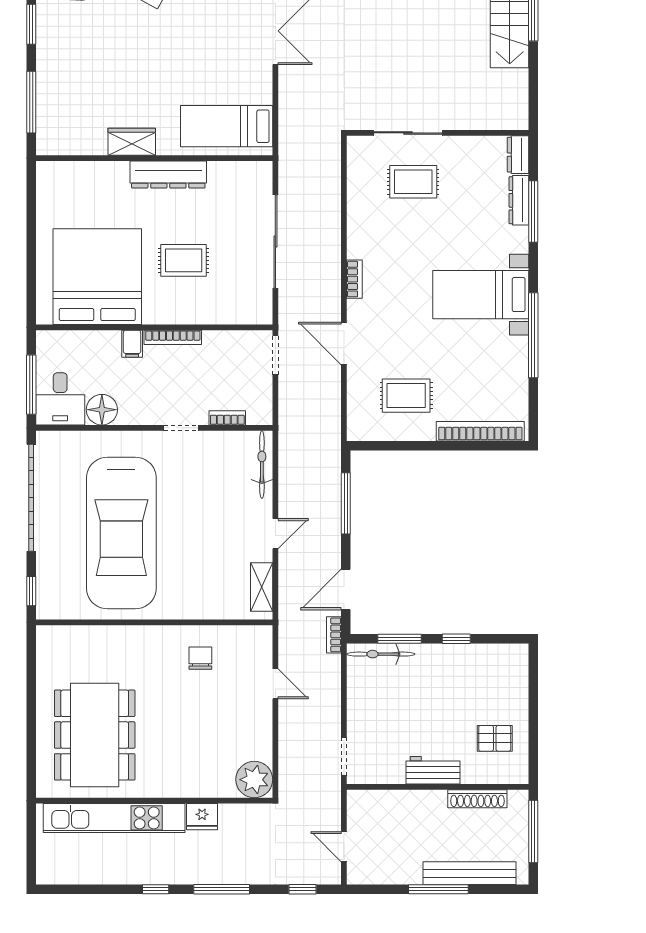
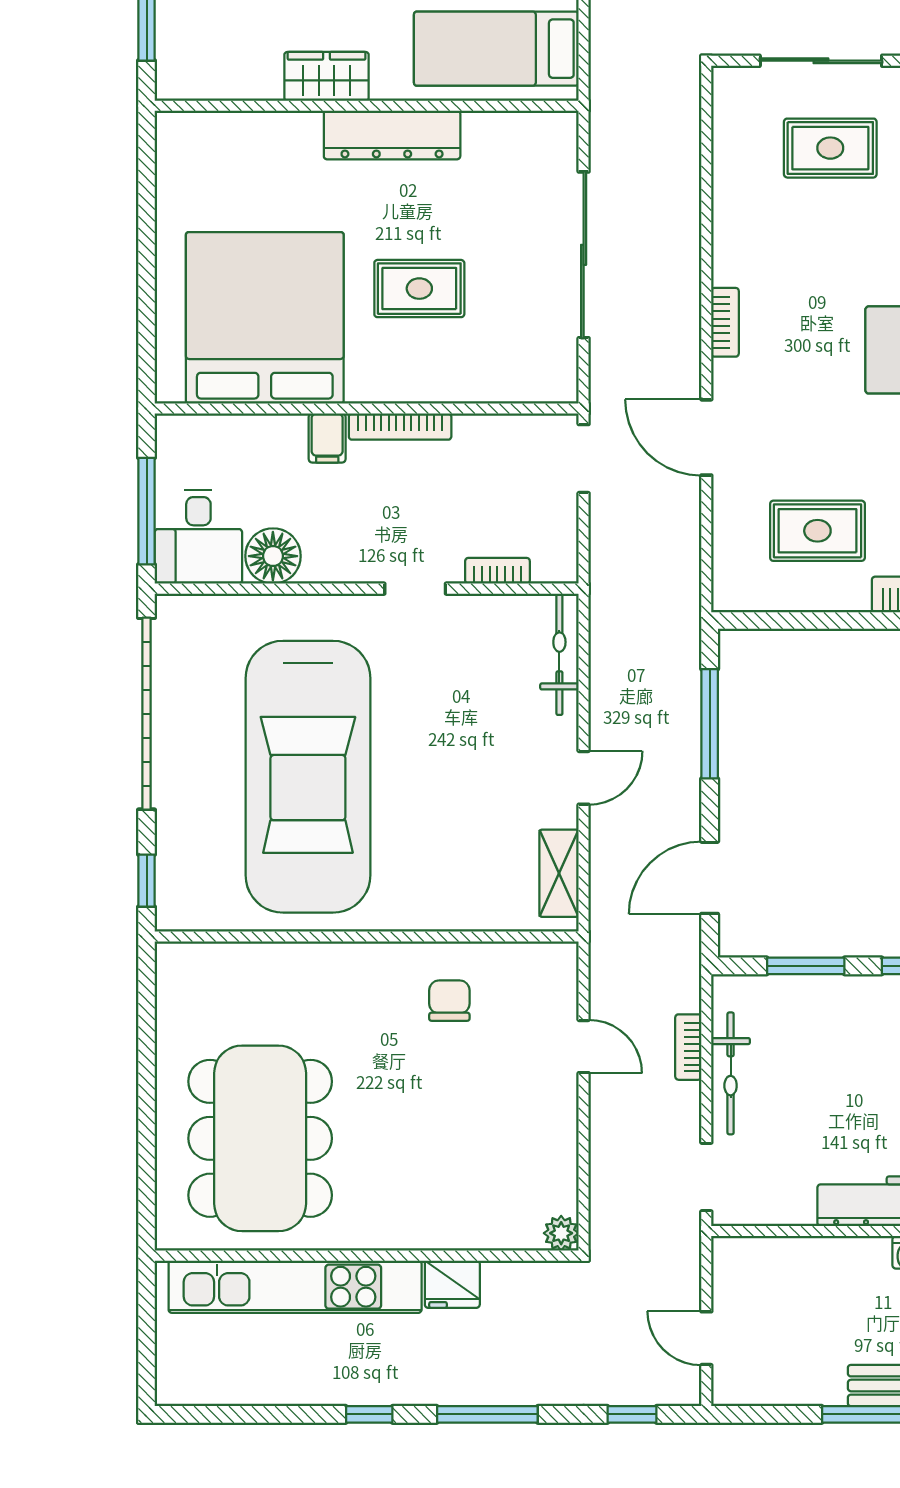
bookcase: (334, 635) -> (688, 1047), moved
bicycle: (381, 654) -> (731, 1073), moved, turned -90
plant: (254, 780) -> (561, 1233), width x0.53, depth x0.53

